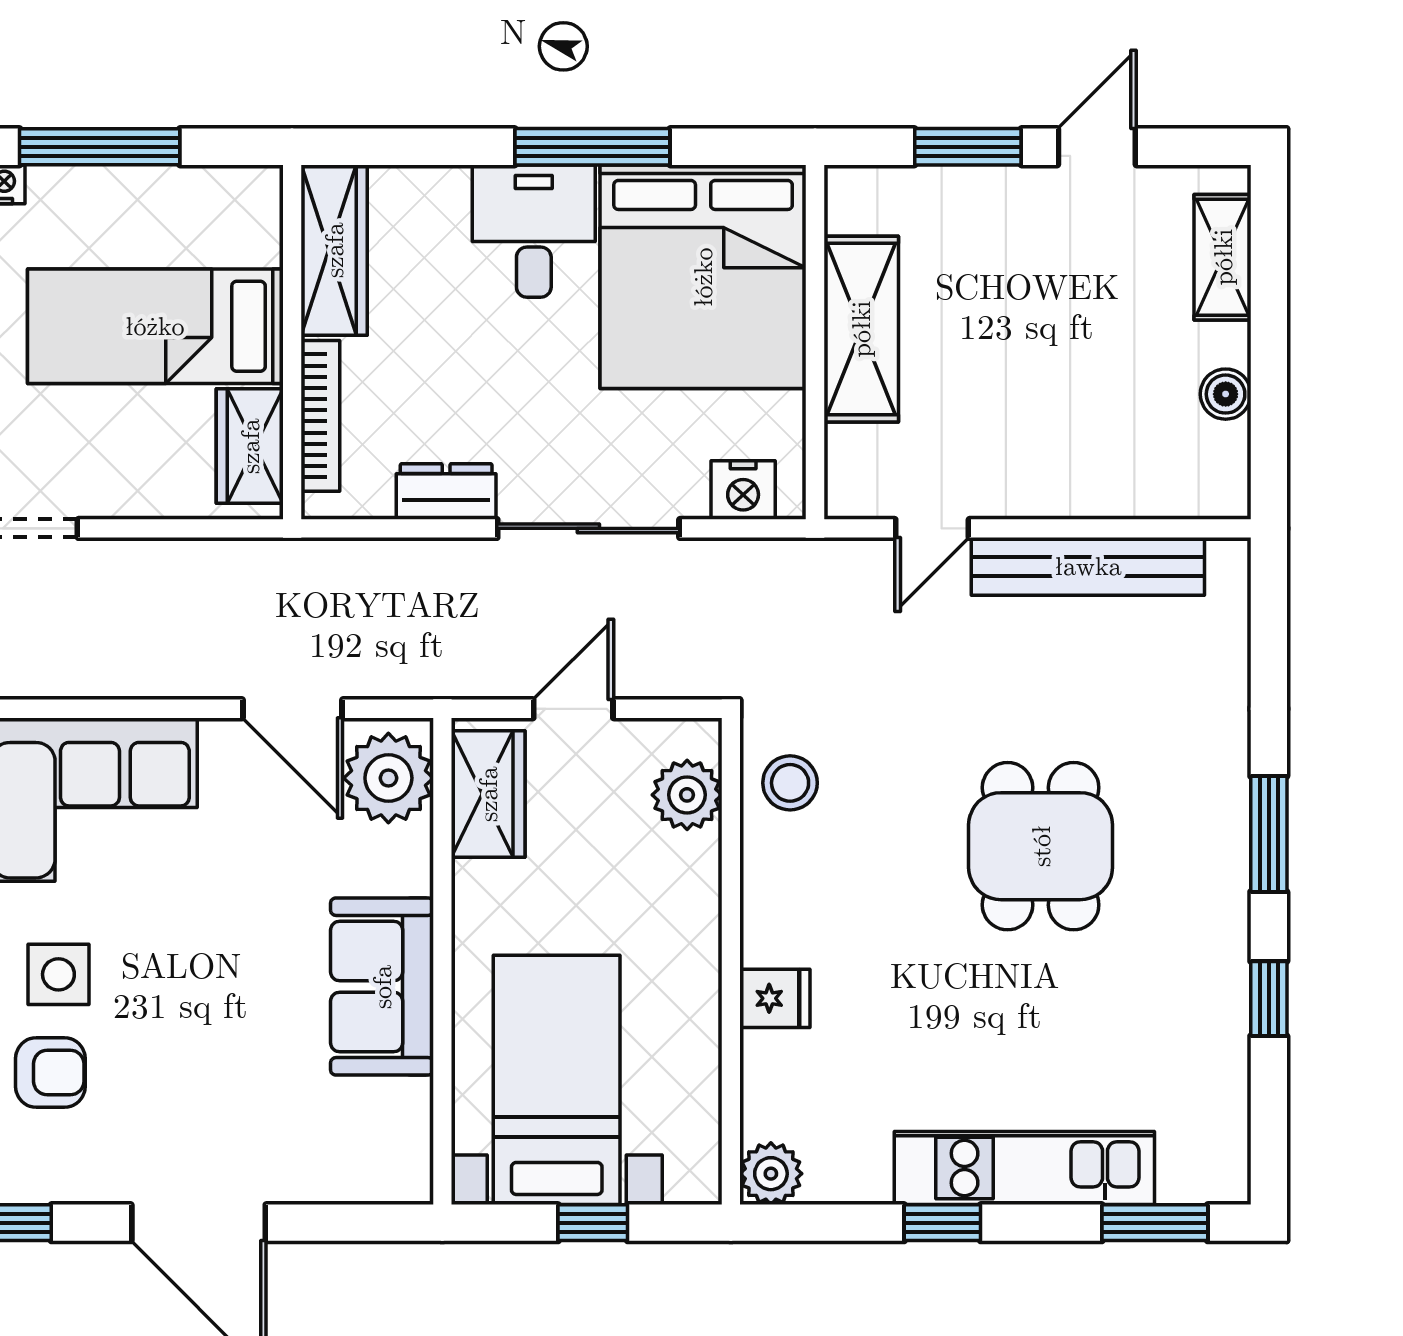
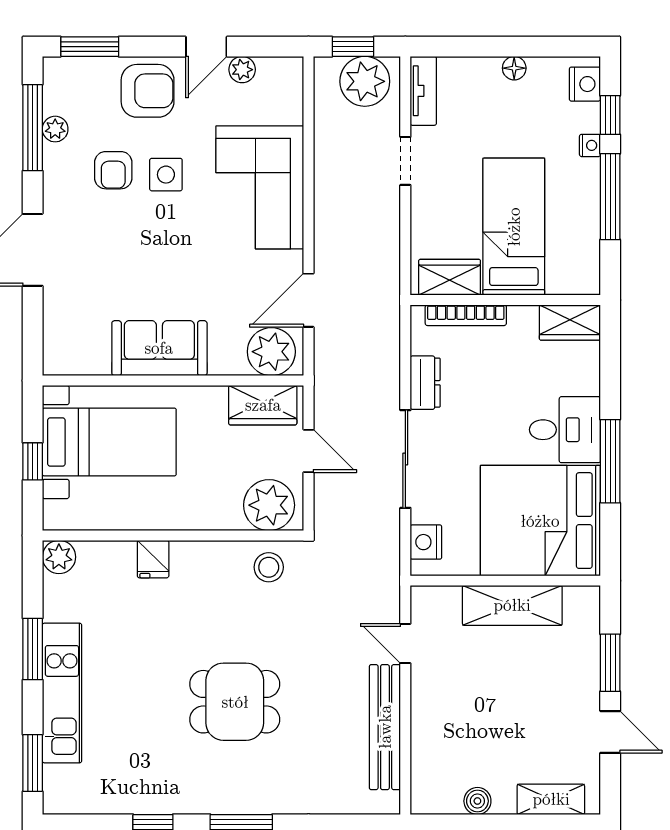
wardrobe: (334, 250) -> (570, 322), width x0.67
plant: (687, 795) -> (269, 505), width x1.36, depth x1.36
window: (942, 1223) -> (33, 649), width x1.50

